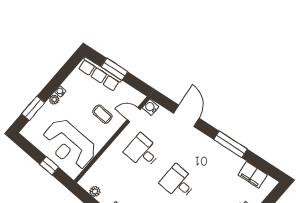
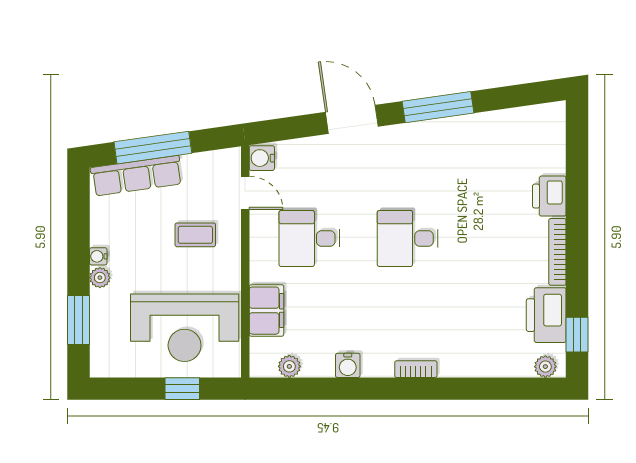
window: (114, 69) -> (153, 148), width x1.44
door: (134, 115) -> (245, 193), swing flipped
door: (186, 116) -> (352, 119), moved
filing cabinet: (253, 175) -> (266, 311), moved, turned -82

